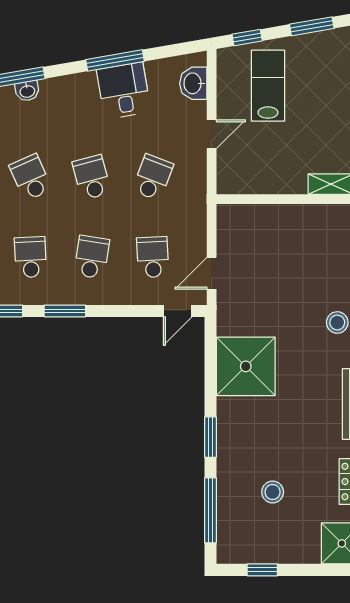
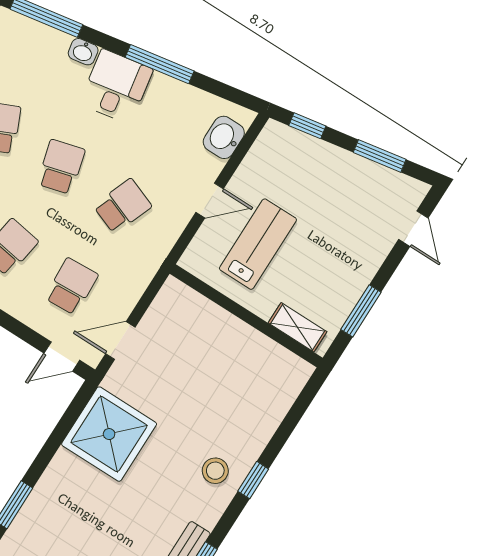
lab bench: (268, 86) -> (258, 244), moved
washbasin: (27, 91) -> (83, 52), moved
desk: (124, 91) -> (116, 86), moved
shower: (246, 366) -> (109, 434), moved

